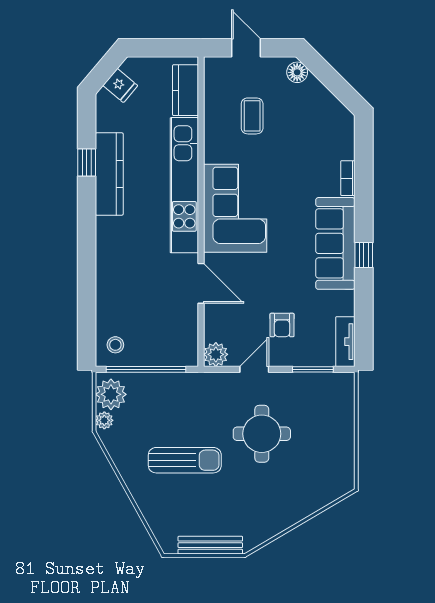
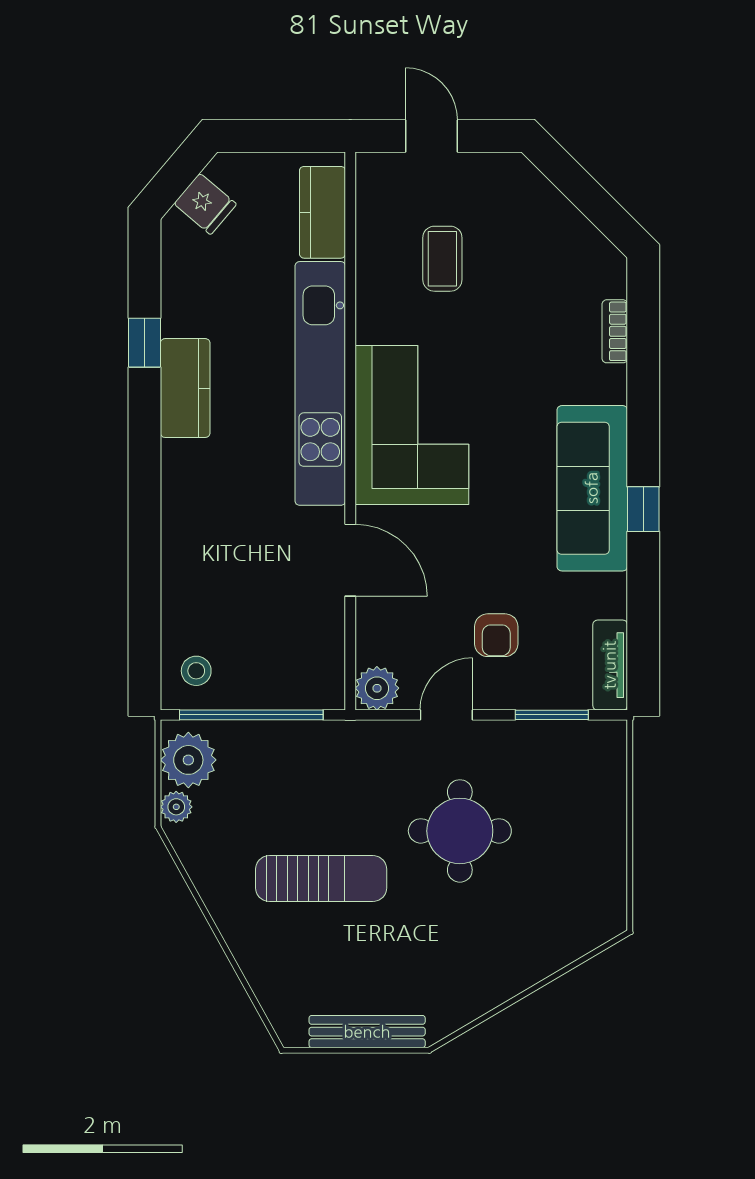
floor lamp: (297, 72) -> (523, 180), removed
kitchen counter: (109, 174) -> (185, 388), width x0.67
bookcase: (348, 178) -> (615, 331), moved

